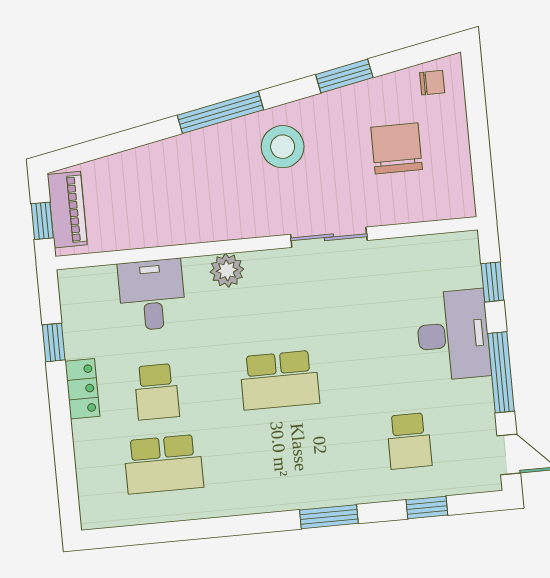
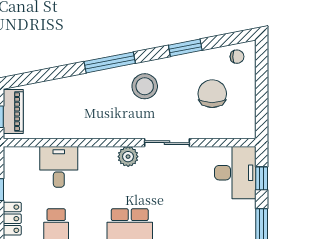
plant: (227, 270) -> (128, 157), moved
desk: (453, 335) -> (235, 173), moved

